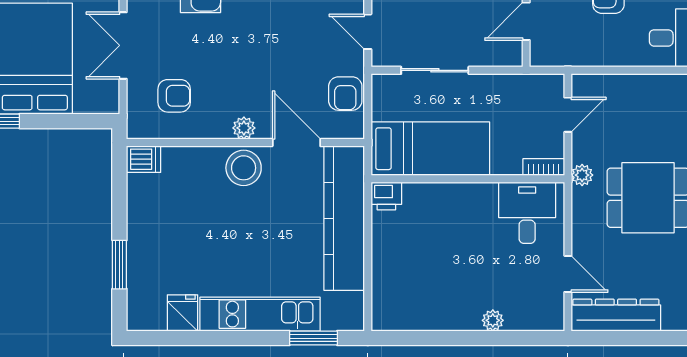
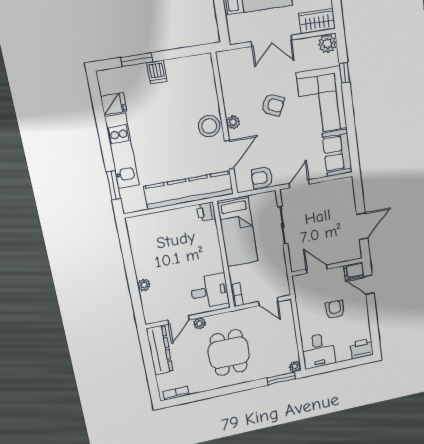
double door: (123, 45) -> (272, 41), swing flipped
armchair: (174, 96) -> (273, 105), moved, turned -65
dishwasher: (144, 159) -> (157, 72), moved
plant: (582, 175) -> (200, 323), moved

